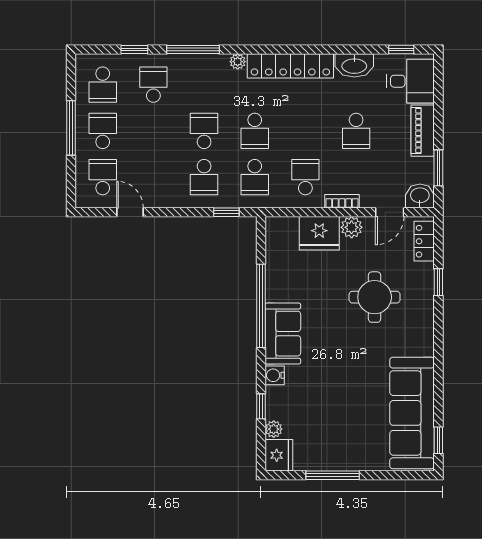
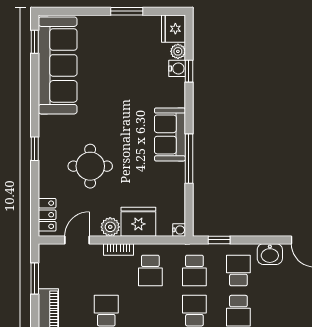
school desk: (255, 177) -> (194, 270), turned 180
washbasin: (420, 196) -> (270, 254), moved
water cooler: (272, 224) -> (179, 230), added
window: (438, 282) -> (35, 149), moved
window: (261, 306) -> (189, 159), width x0.68
water cooler: (275, 375) -> (177, 68), moved
window: (333, 475) -> (127, 11), width x0.69

